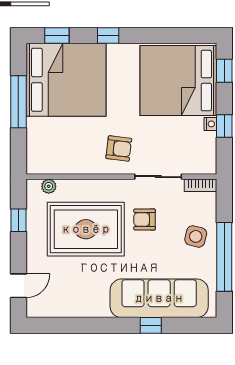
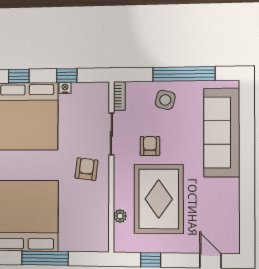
plant: (49, 186) -> (120, 216), moved
armchair: (145, 219) -> (150, 146), turned 180
window: (151, 325) -> (247, 140), removed

